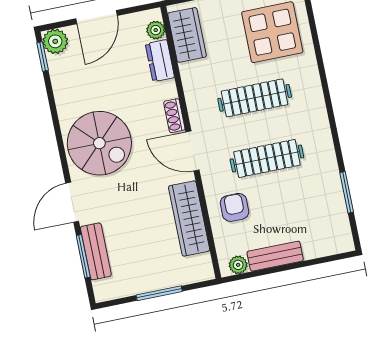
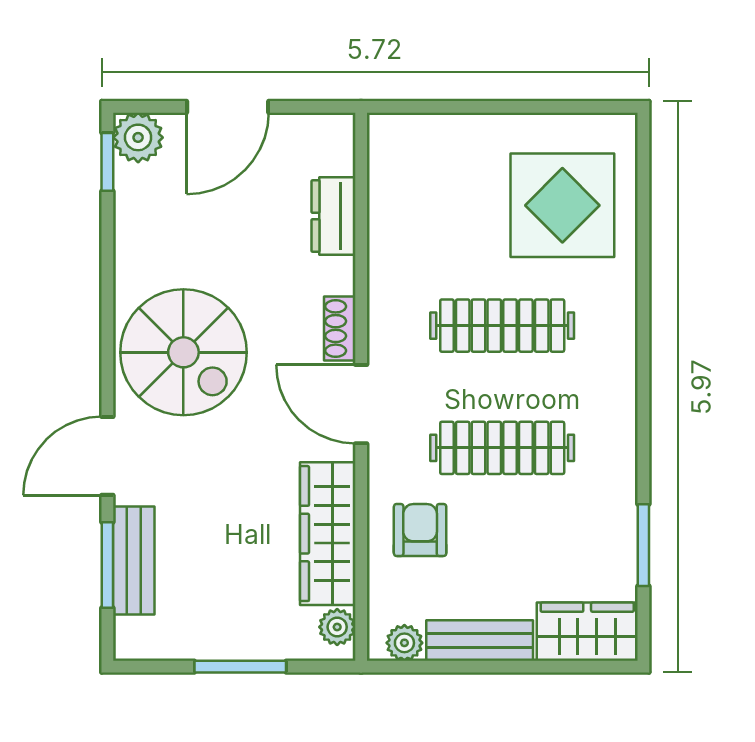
plant: (156, 30) -> (337, 627), moved
wardrobe: (187, 35) -> (587, 632), moved, turned -90

